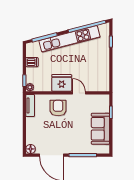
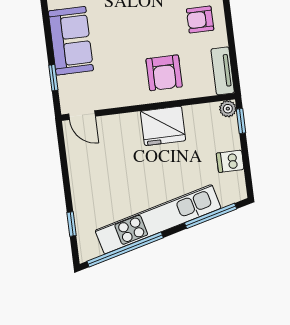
door: (79, 93) -> (82, 115), moved
armchair: (38, 131) -> (200, 20), added

